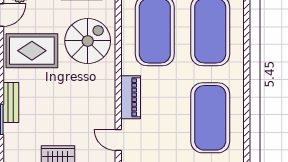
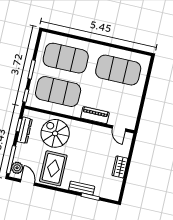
door: (118, 140) -> (119, 128), hinge flipped

